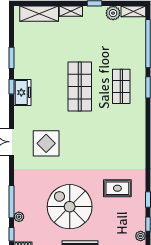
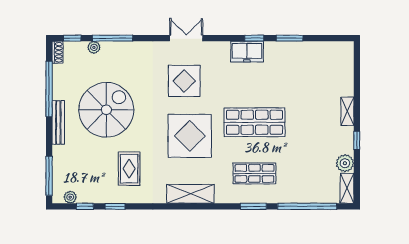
shelving: (39, 14) -> (190, 194), moved, turned 90
display table: (91, 139) -> (190, 136), added

